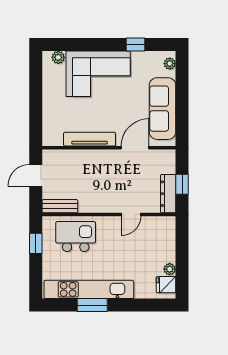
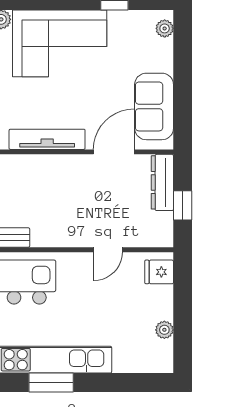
sofa: (163, 109) -> (154, 106), width x0.73
dresser: (168, 194) -> (162, 182), moved
fridge: (166, 285) -> (159, 272), moved

